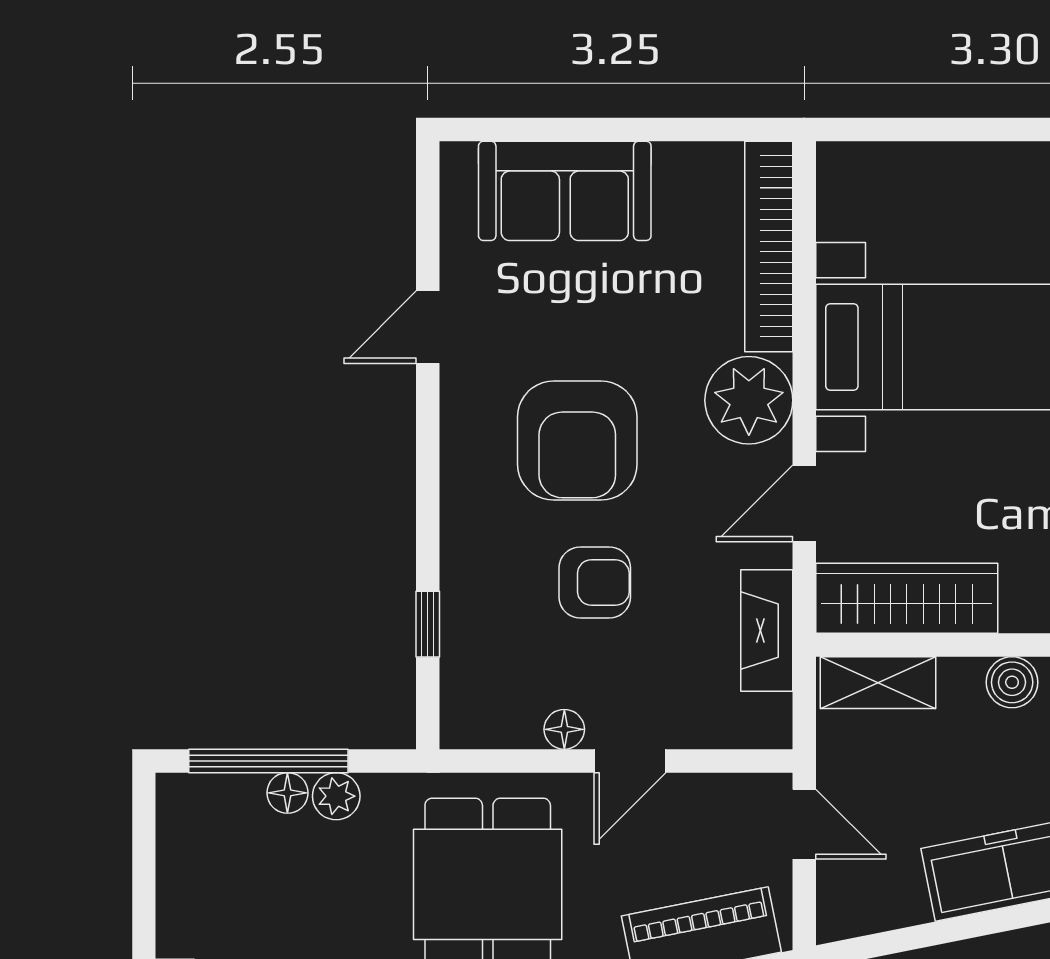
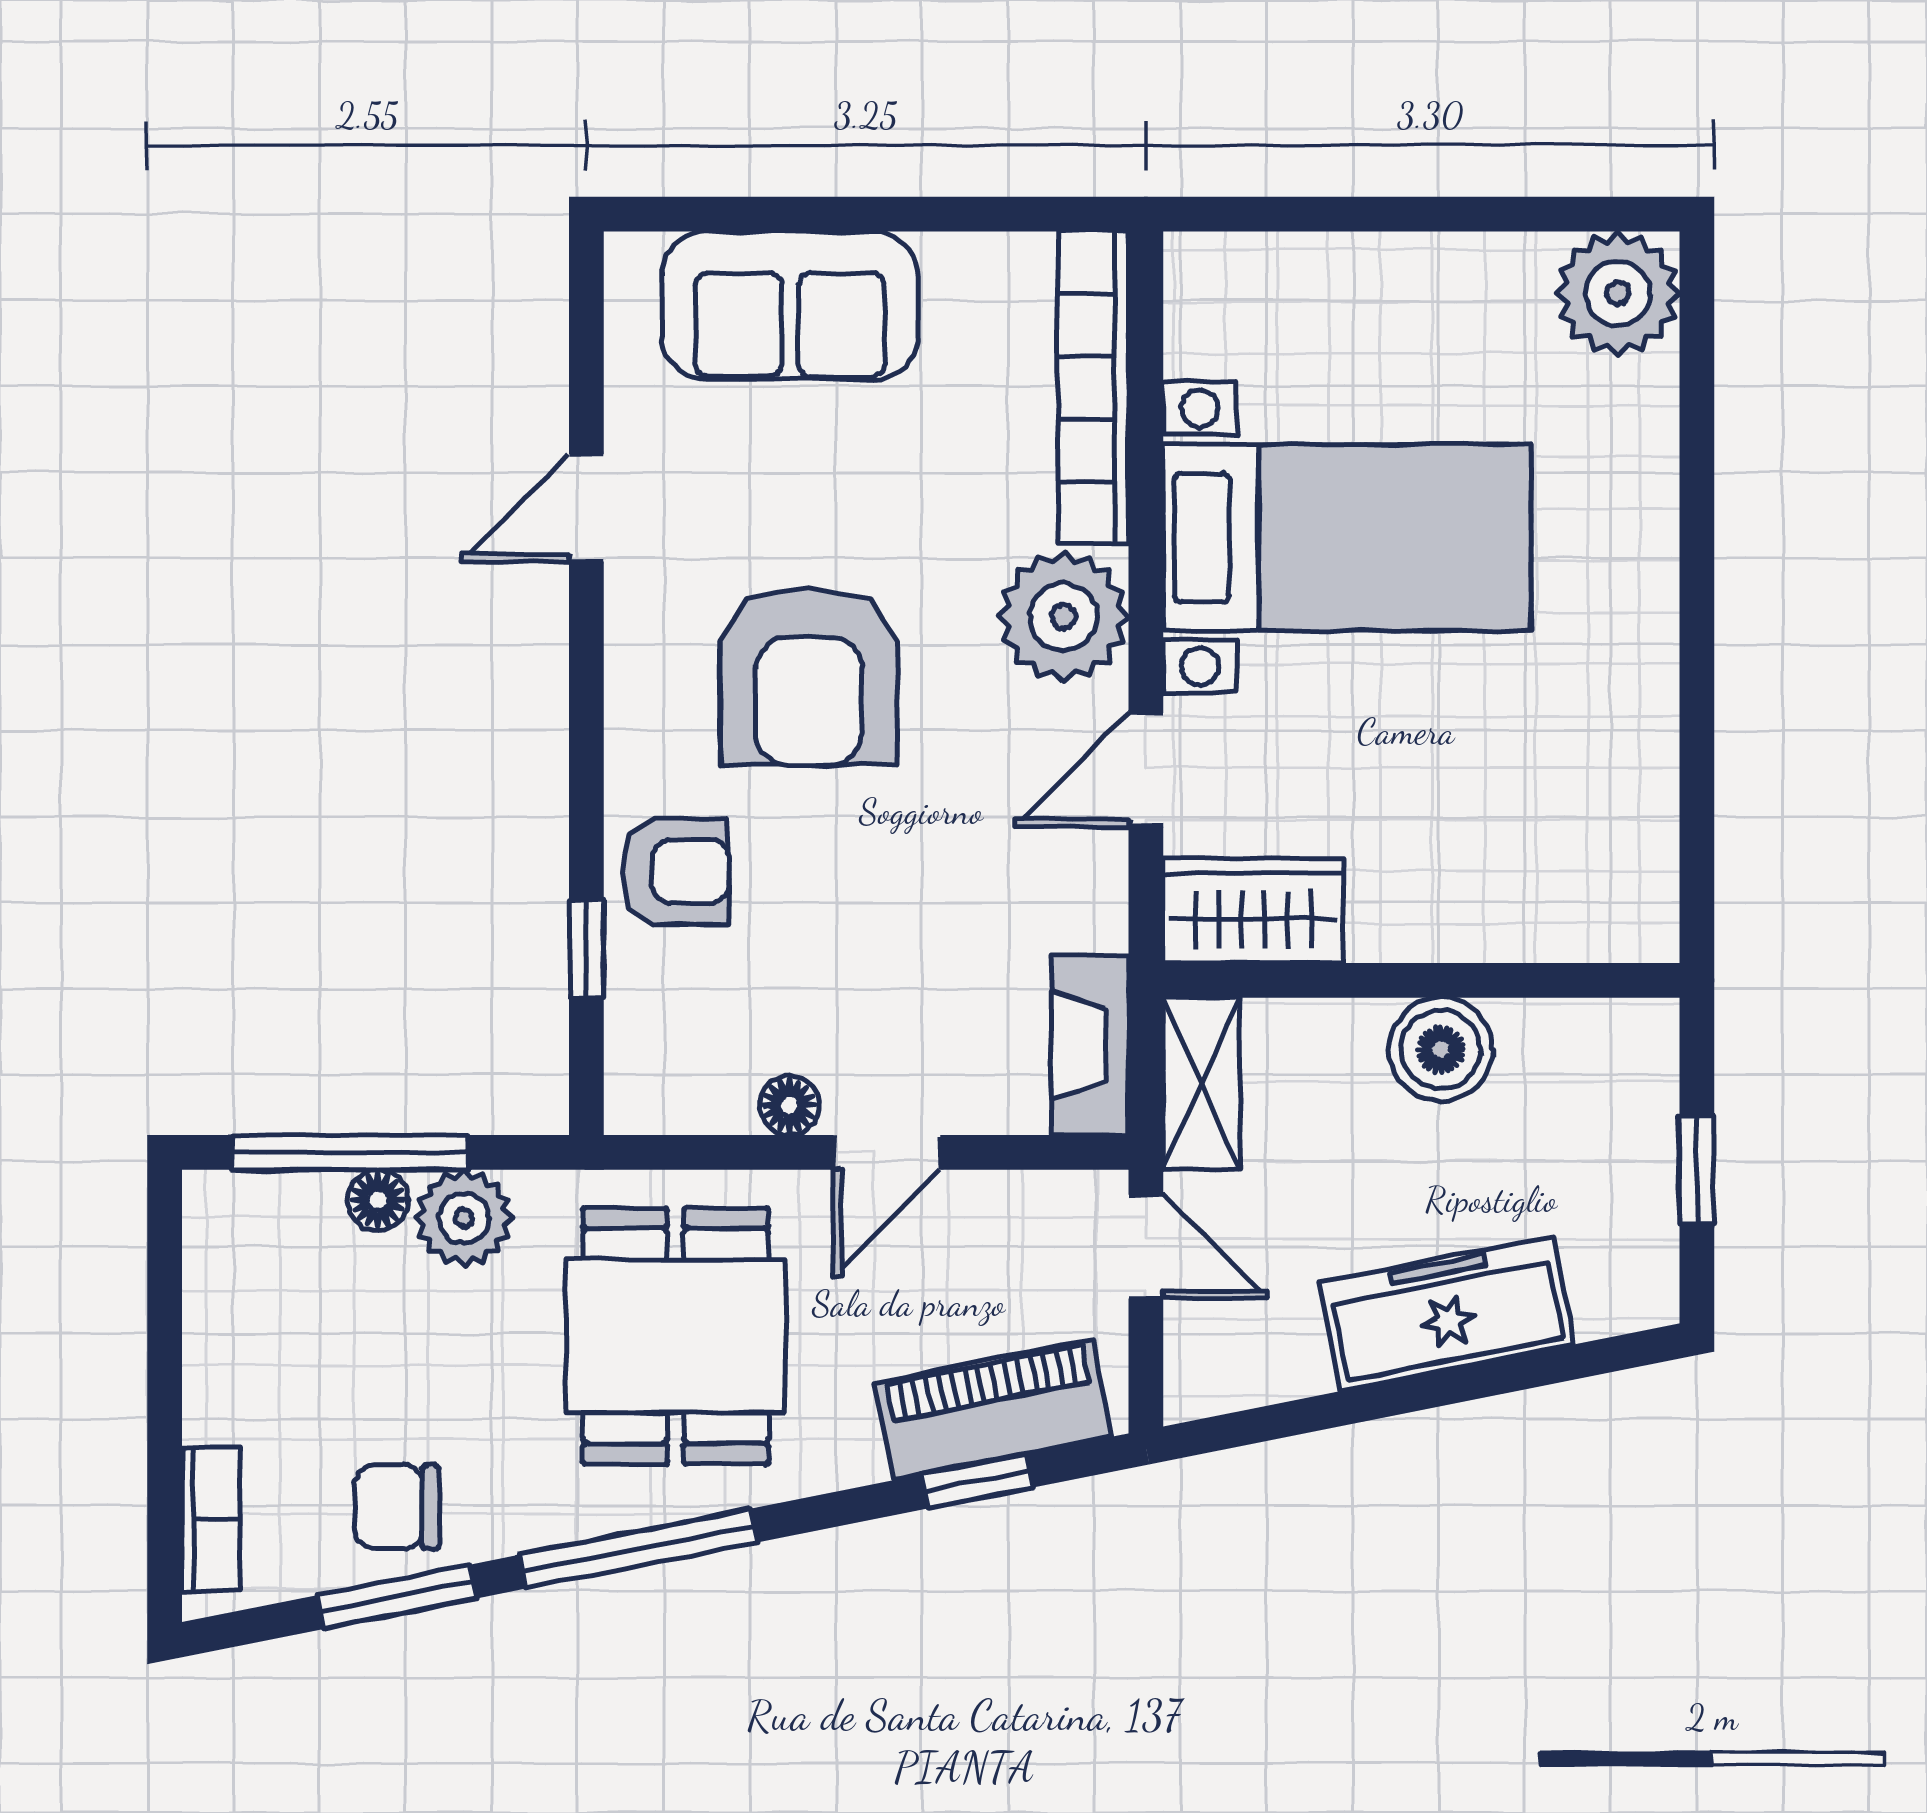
armchair: (595, 582) -> (676, 871), moved
wardrobe: (907, 598) -> (1253, 911), width x0.67
fireplace: (767, 631) -> (1090, 1045), moved
boiler: (1012, 682) -> (1441, 1049), width x1.36, depth x1.36
shelving: (878, 683) -> (1202, 1083), moved, turned 90
plant: (336, 796) -> (464, 1218), width x1.38, depth x1.38

